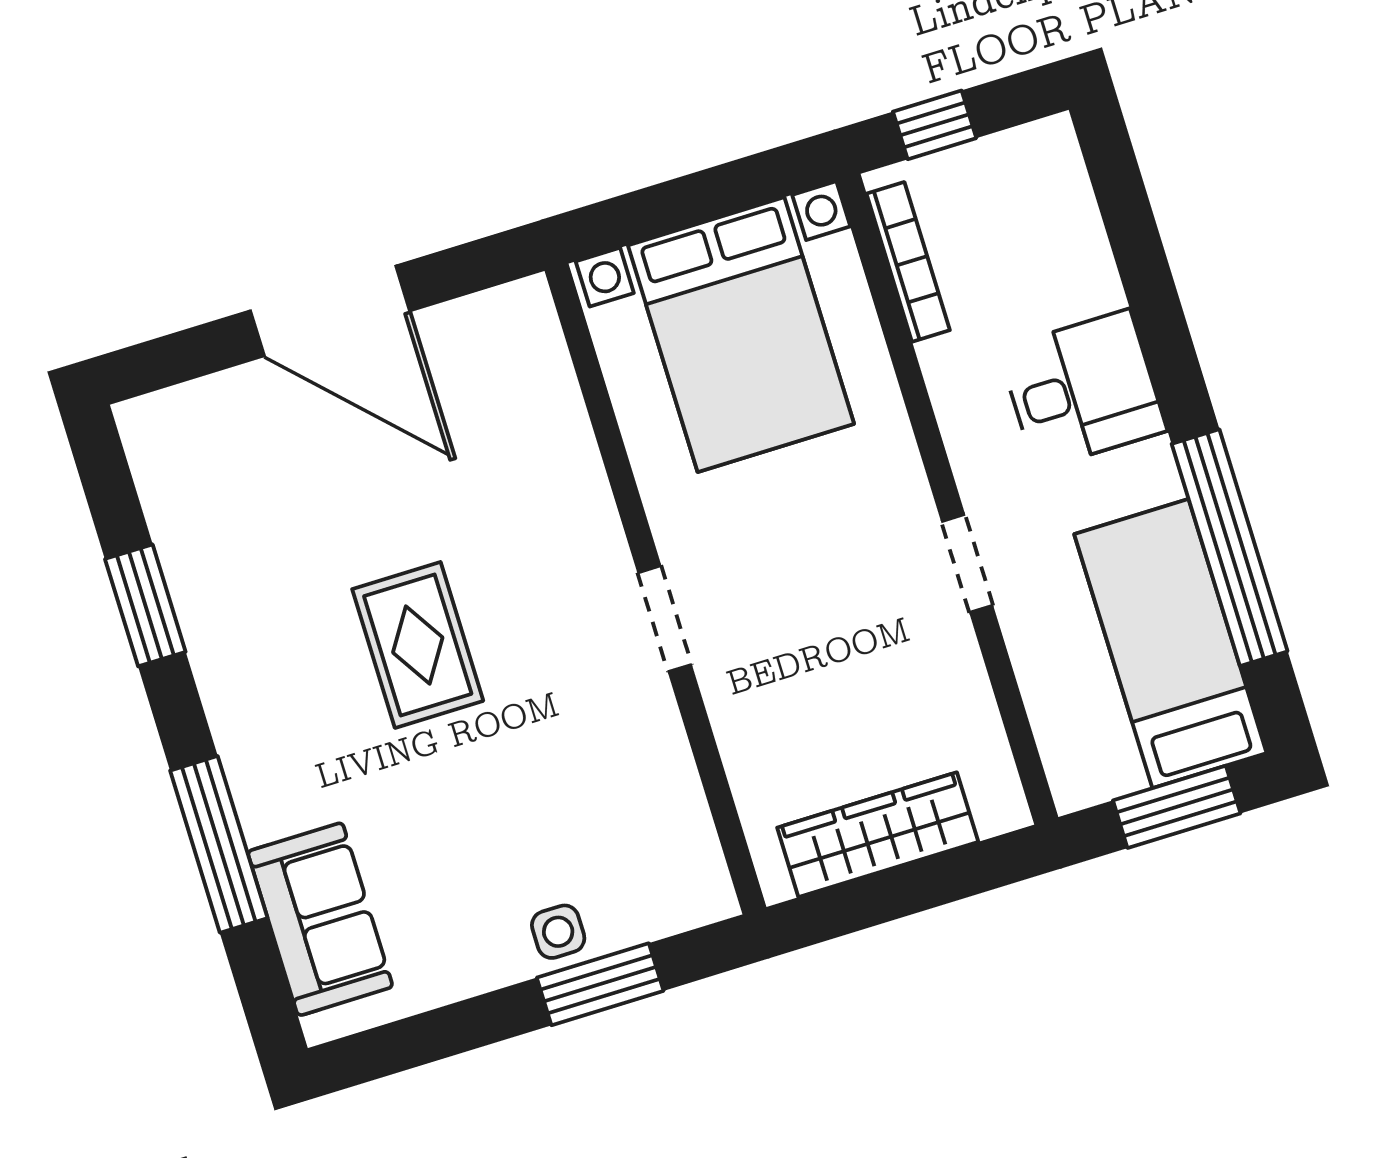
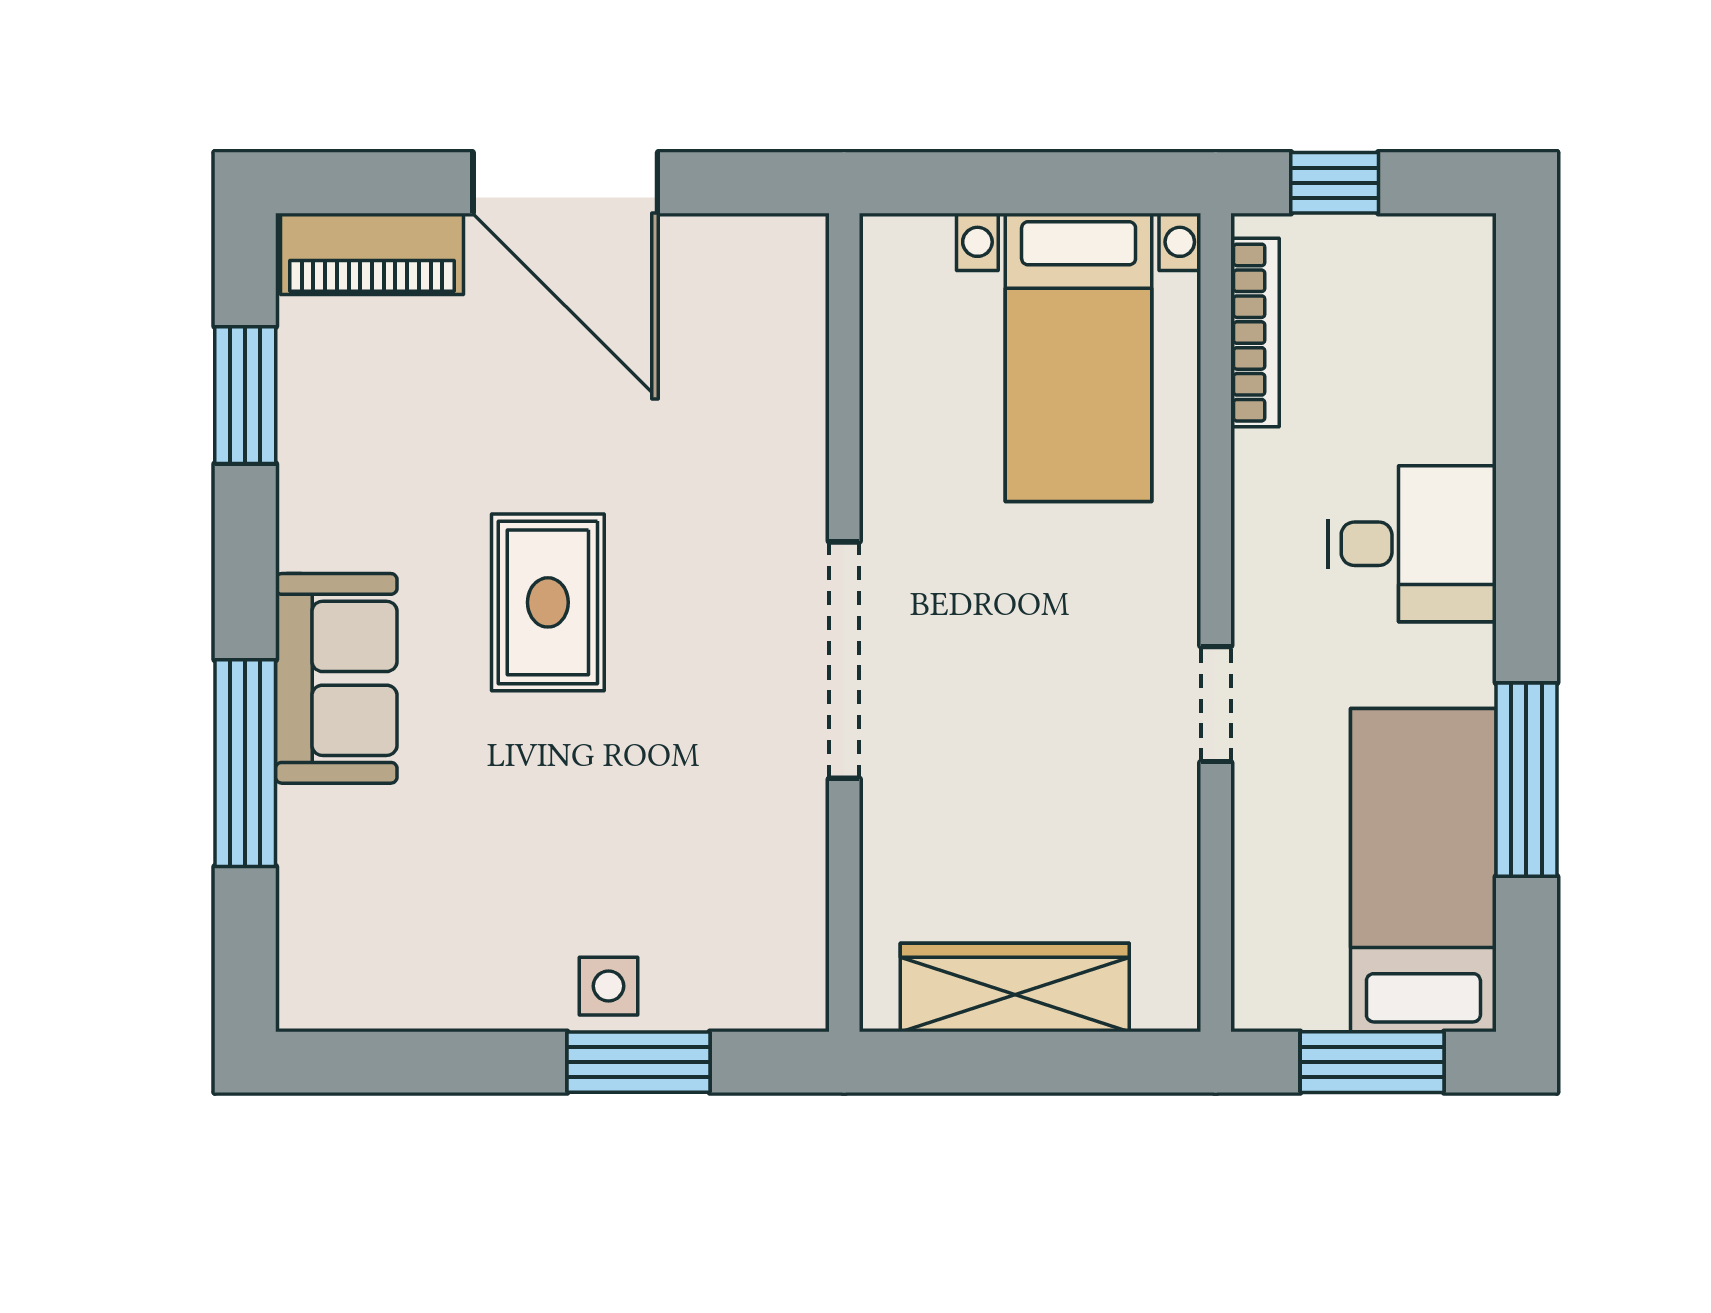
bed with nightstands: (741, 335) -> (1079, 357), width x0.73
piano: (195, 414) -> (372, 254), added
window: (1230, 548) -> (1526, 780), width x0.68
window: (145, 605) -> (245, 395), moved
doorway: (665, 619) -> (844, 660), width x1.87
sofa: (320, 919) -> (336, 678), moved

